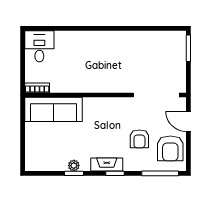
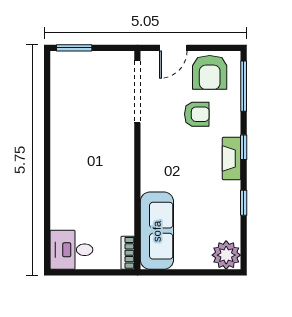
armchair: (170, 148) -> (210, 72), turned 90
plant: (74, 166) -> (226, 255), moved, width x1.88, depth x1.88

